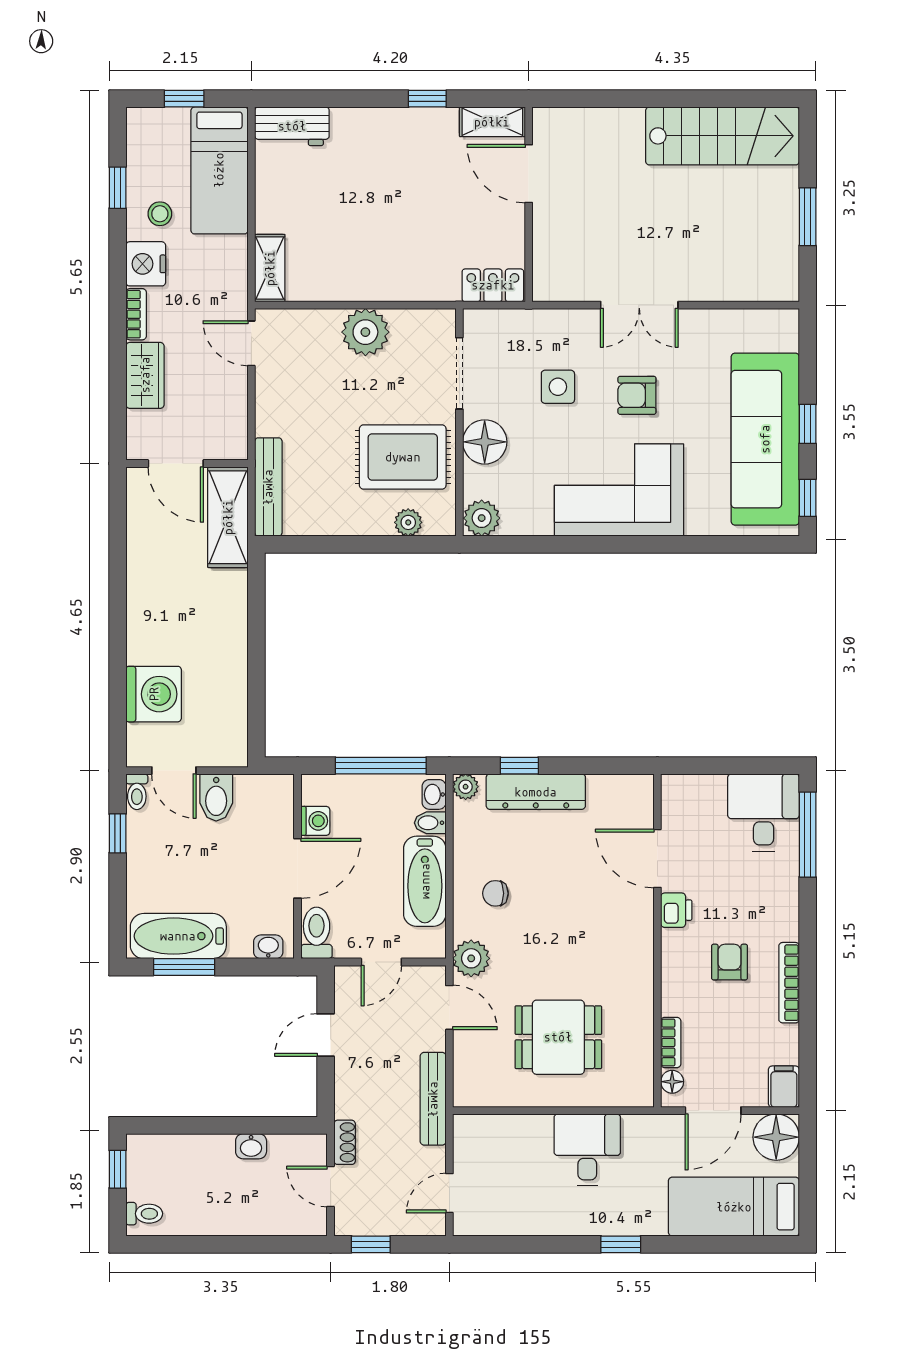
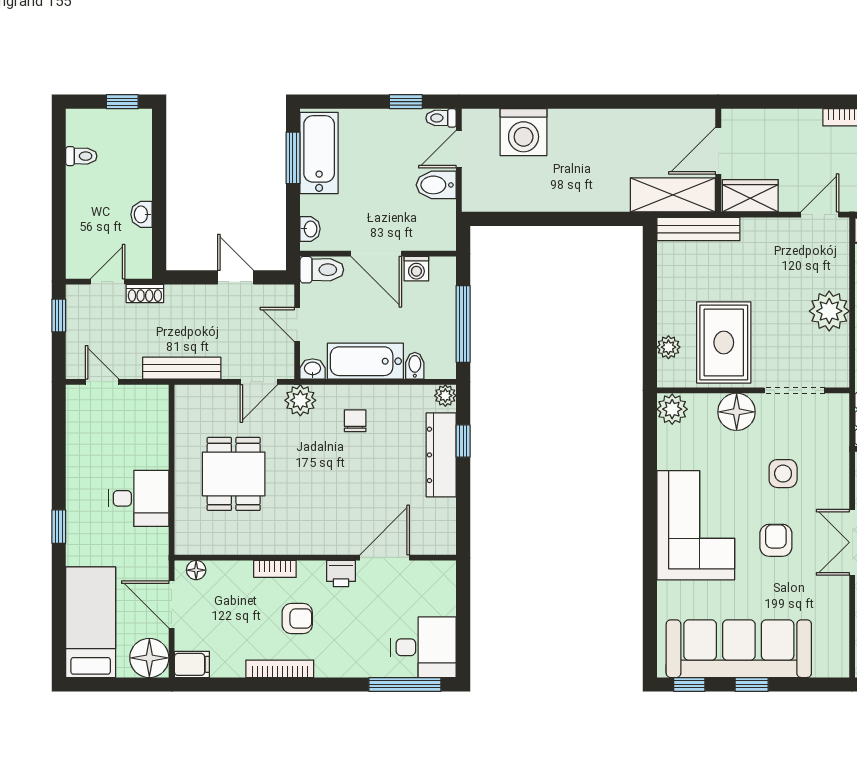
wardrobe: (145, 375) -> (750, 196), moved, turned 180
washbasin: (434, 794) -> (313, 369), moved
bookcase: (671, 1042) -> (275, 569), moved
toilet: (144, 1214) -> (81, 156), moved, turned -90

